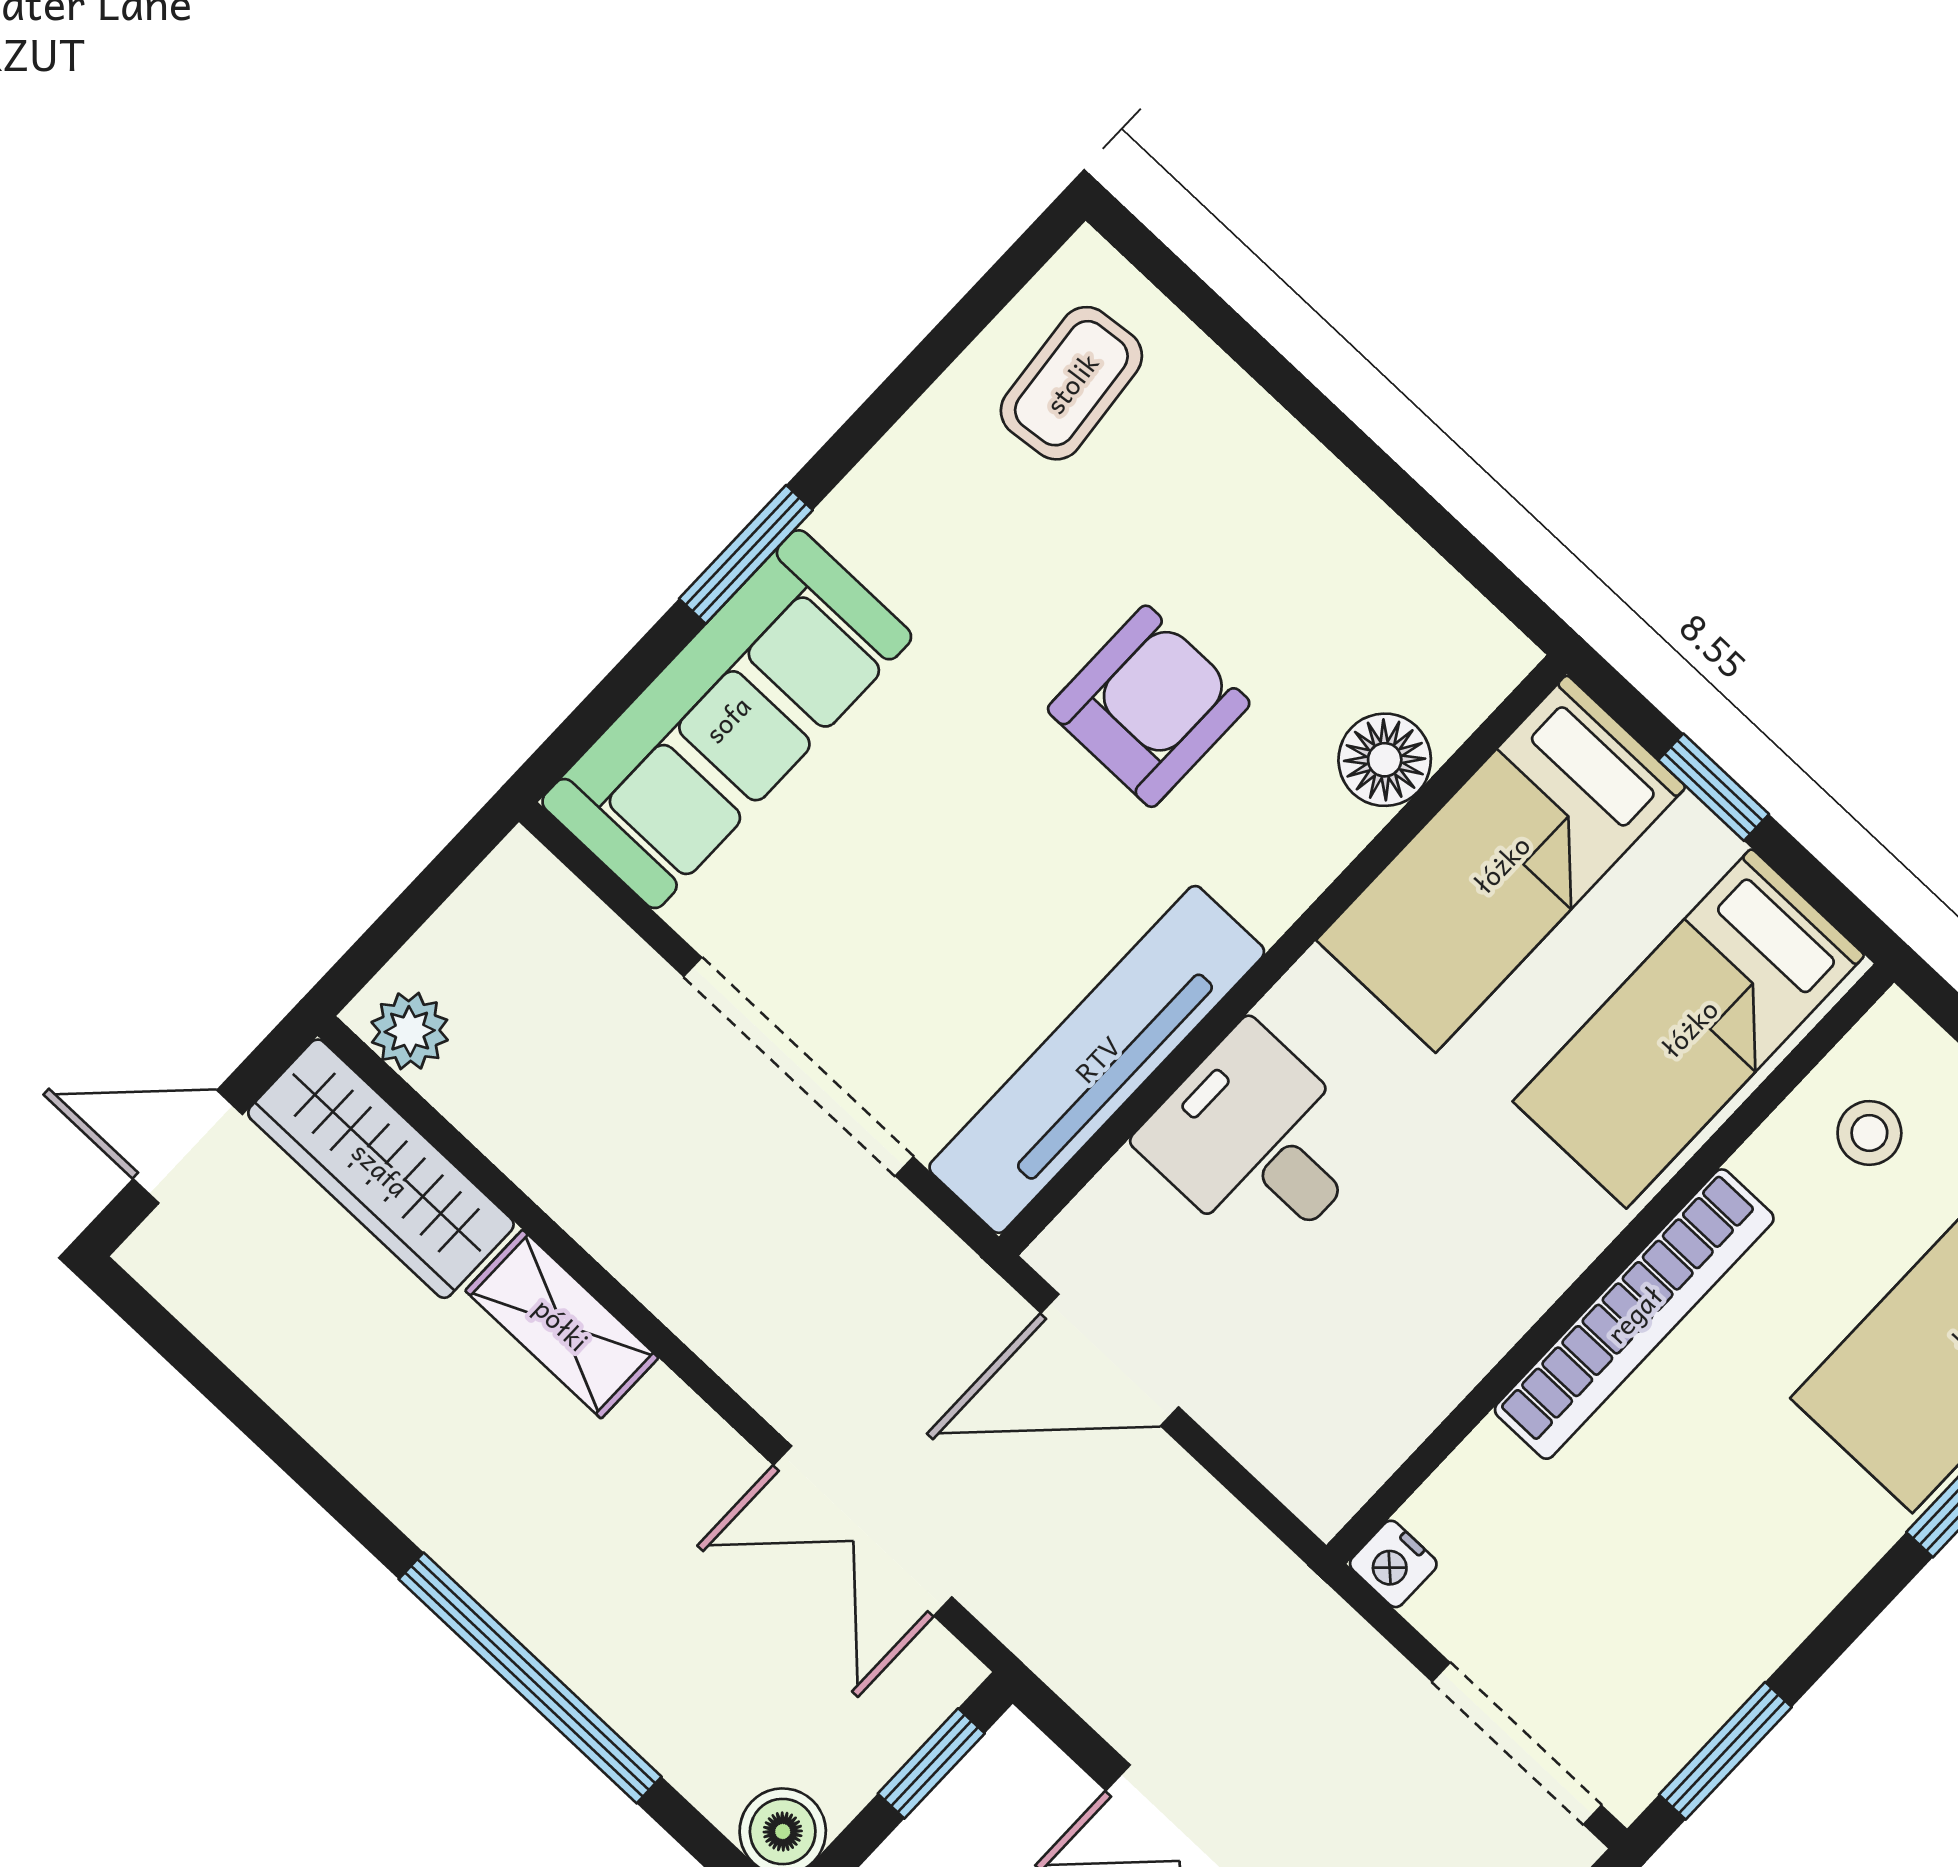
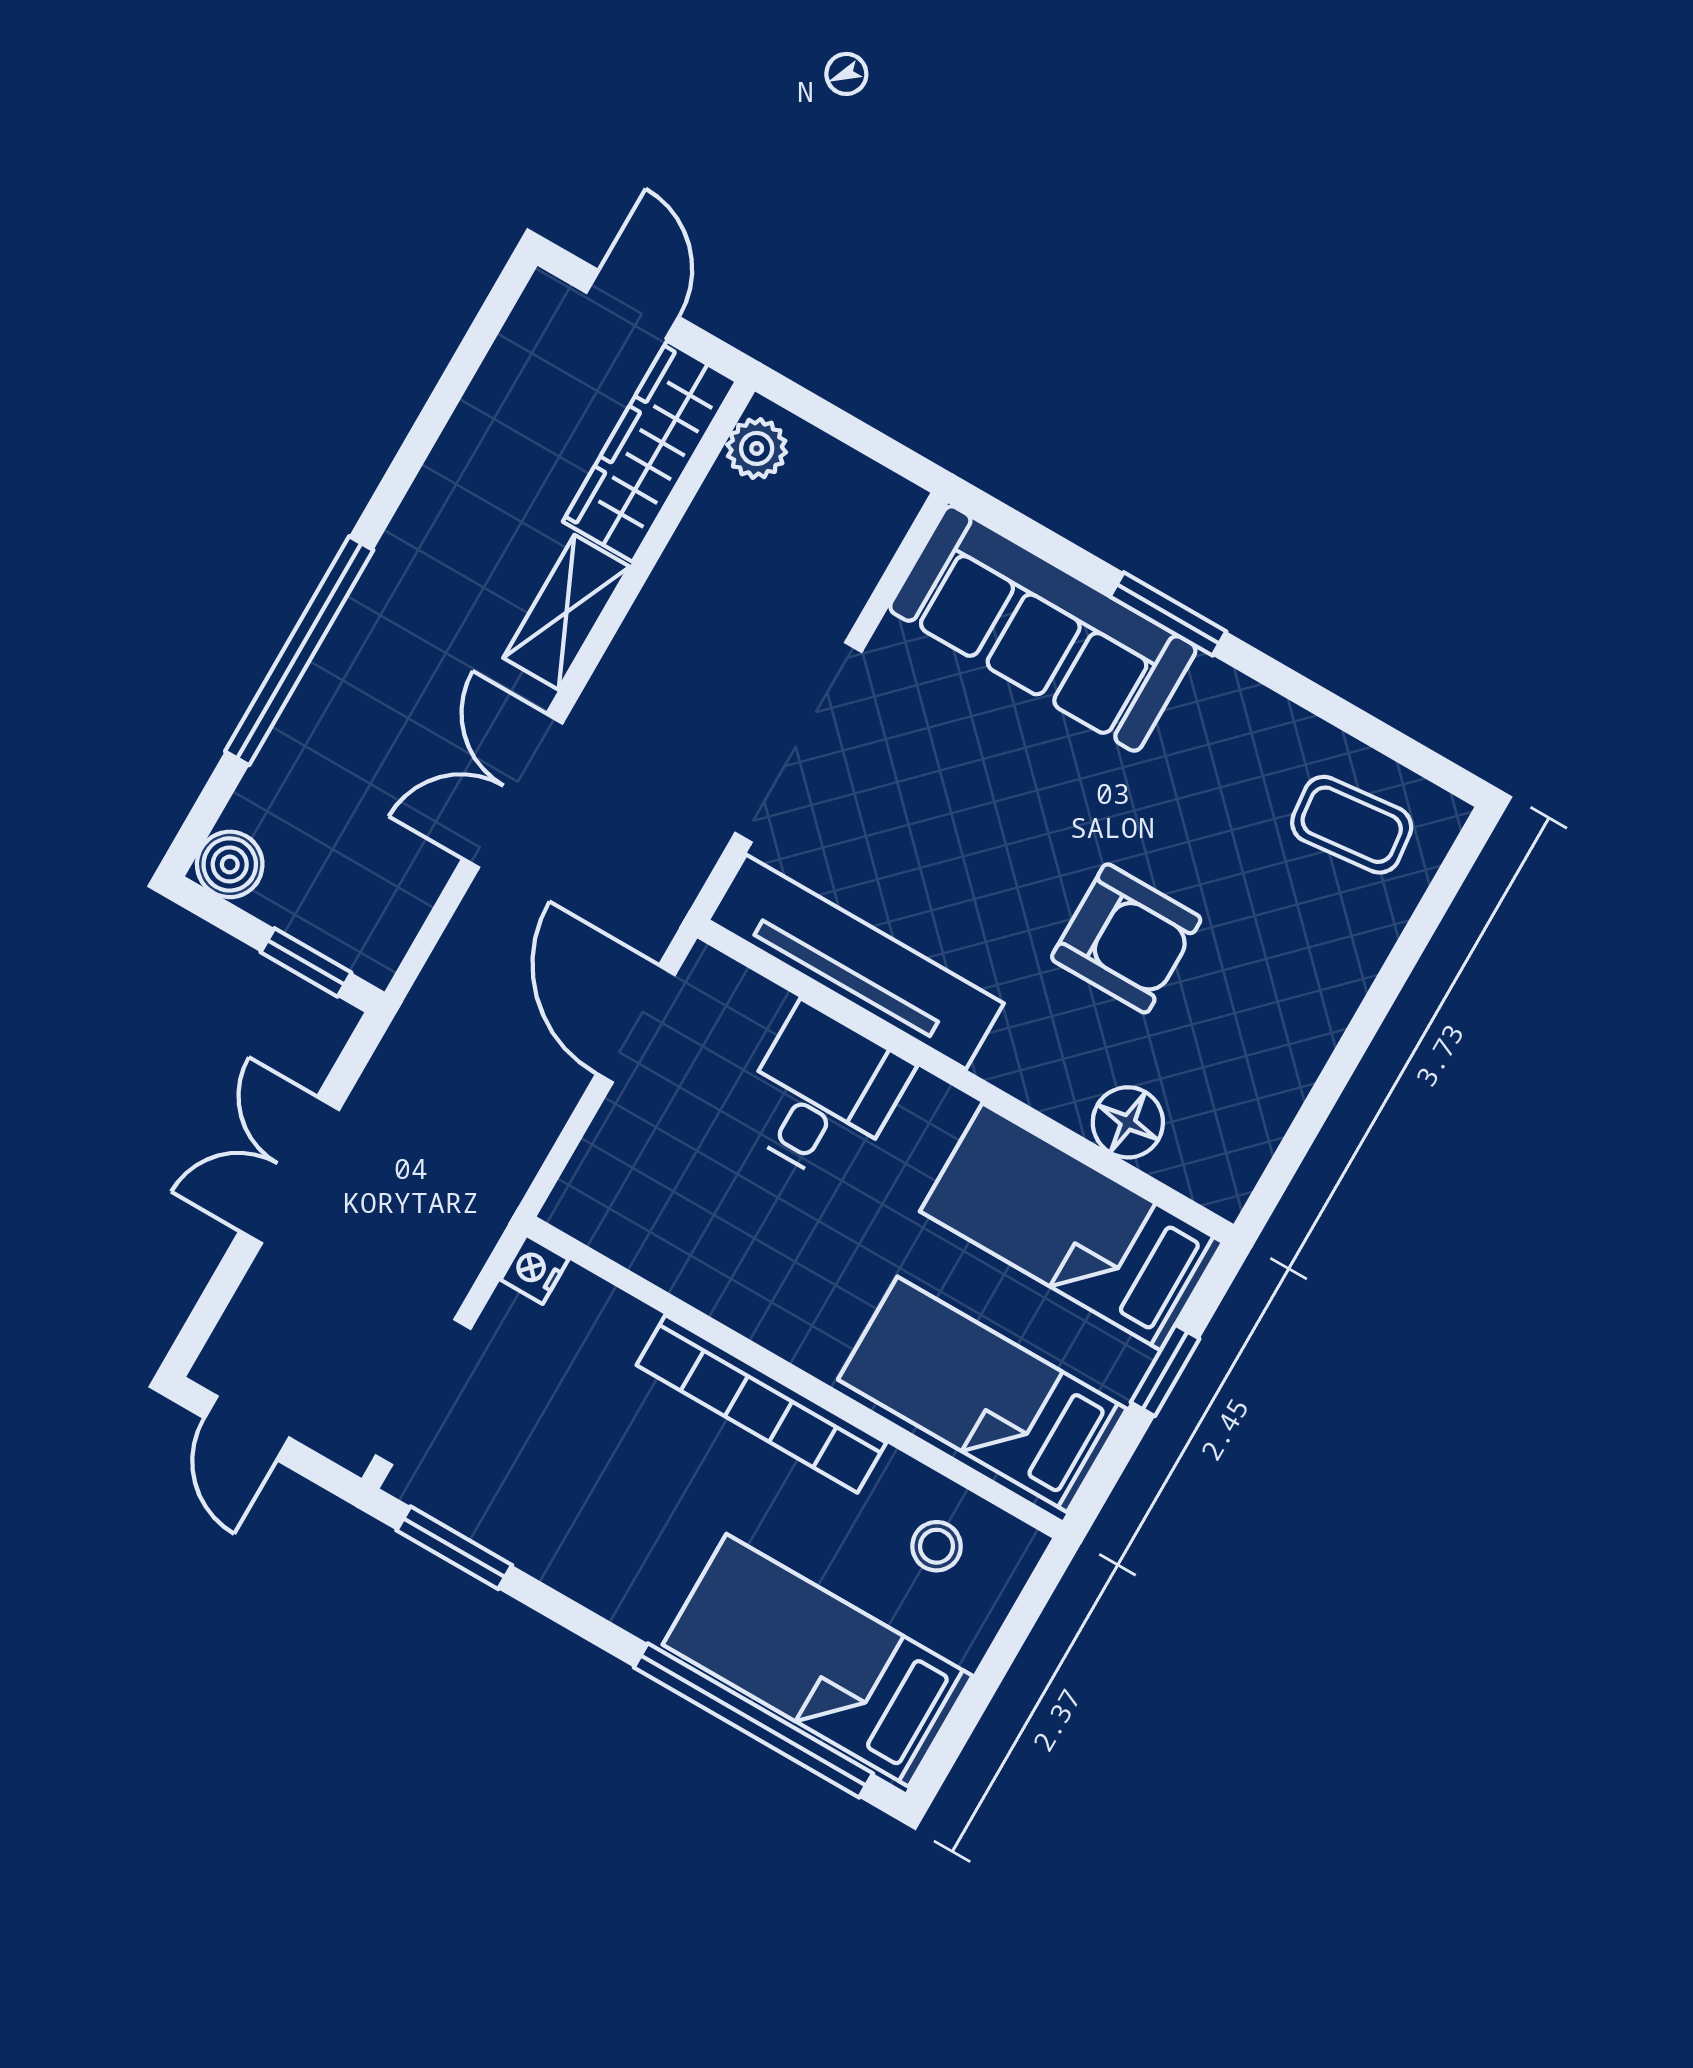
double door: (863, 1531) -> (512, 791), moved

